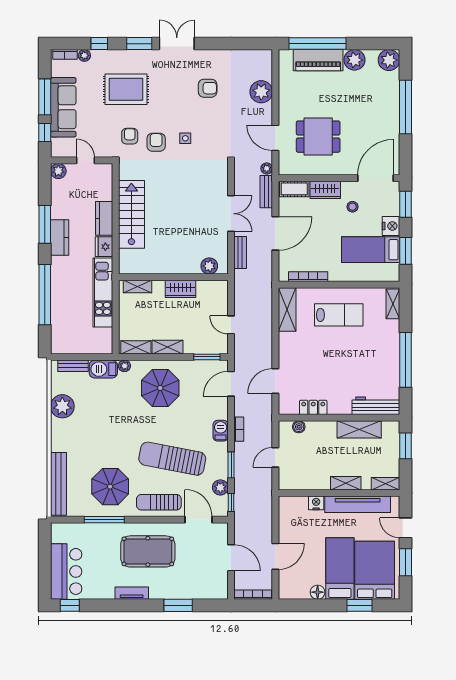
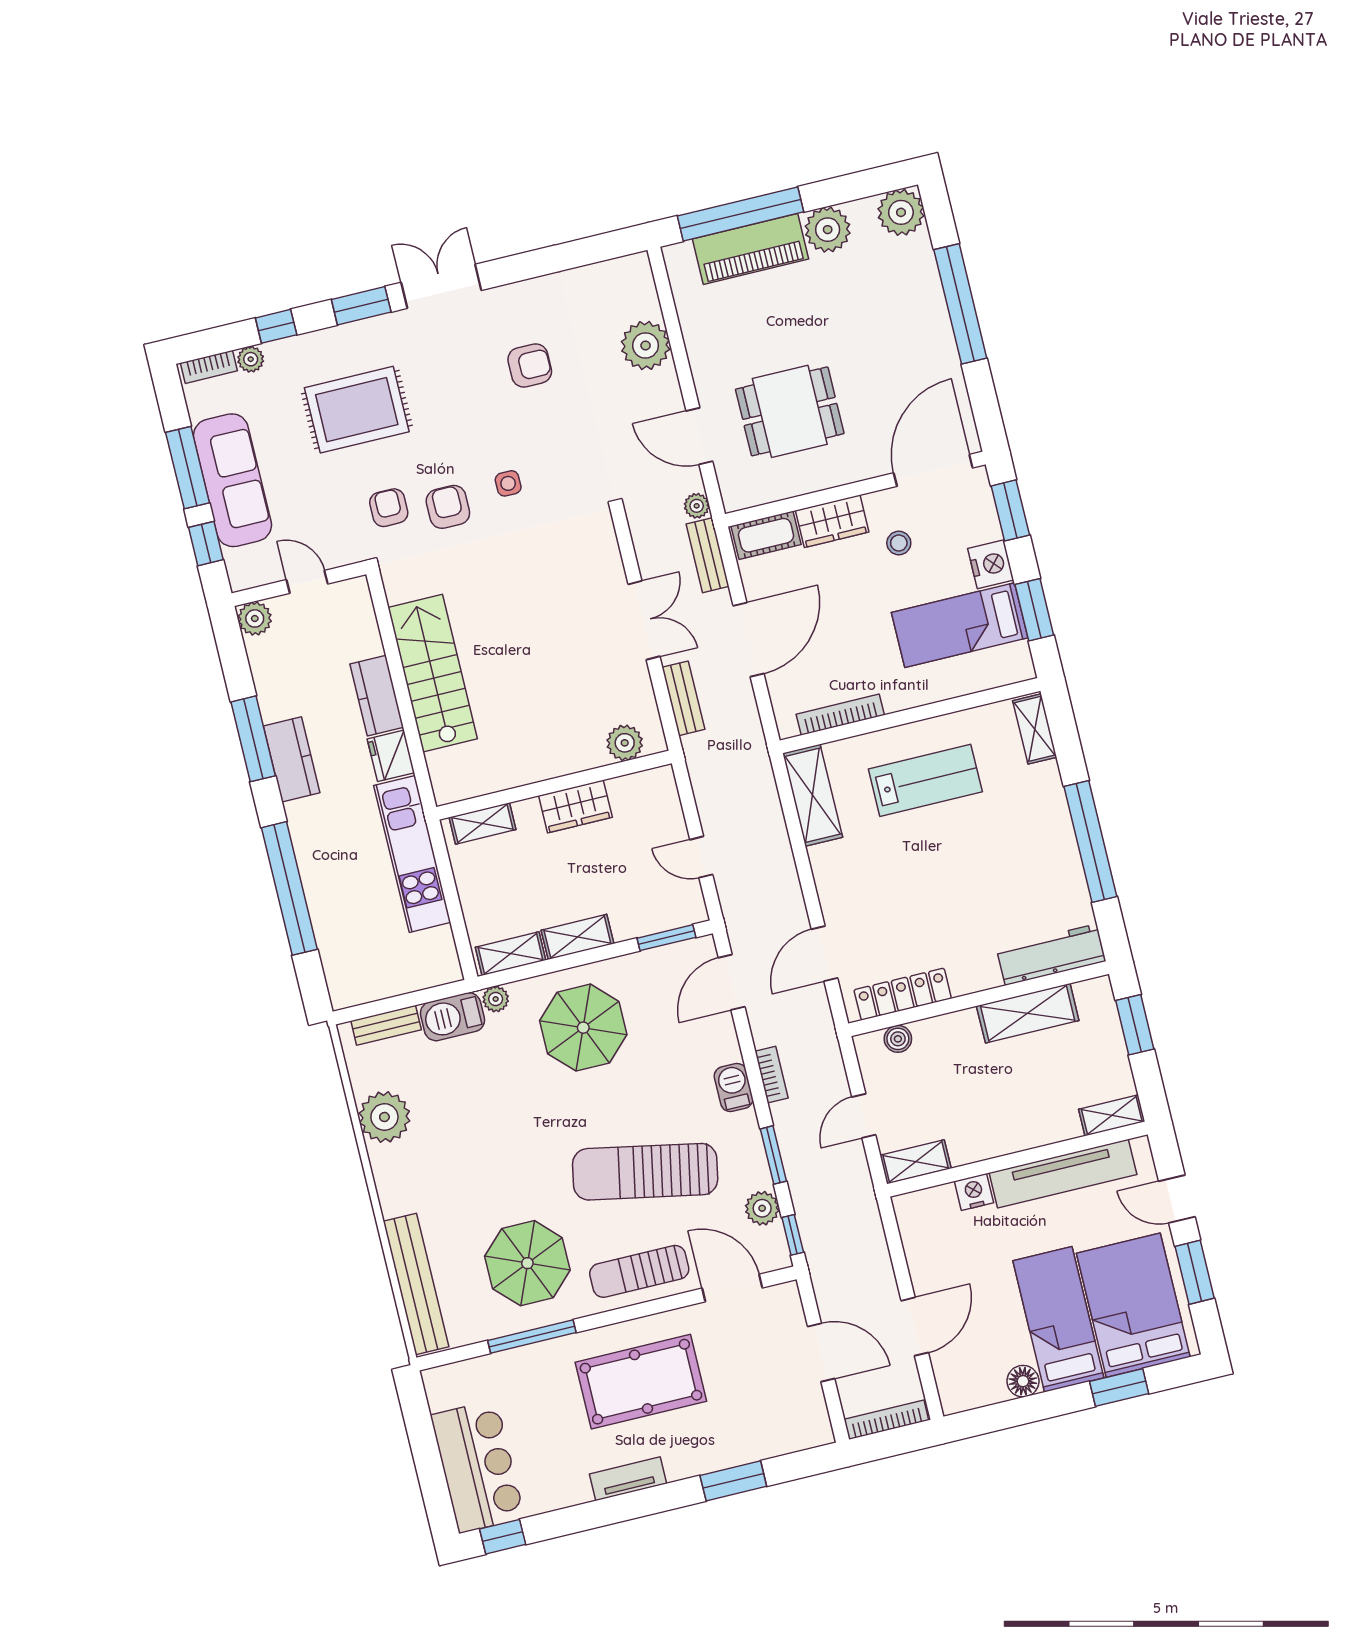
locker: (313, 407) -> (903, 994), width x1.53
shelving: (346, 483) -> (916, 1162), moved

